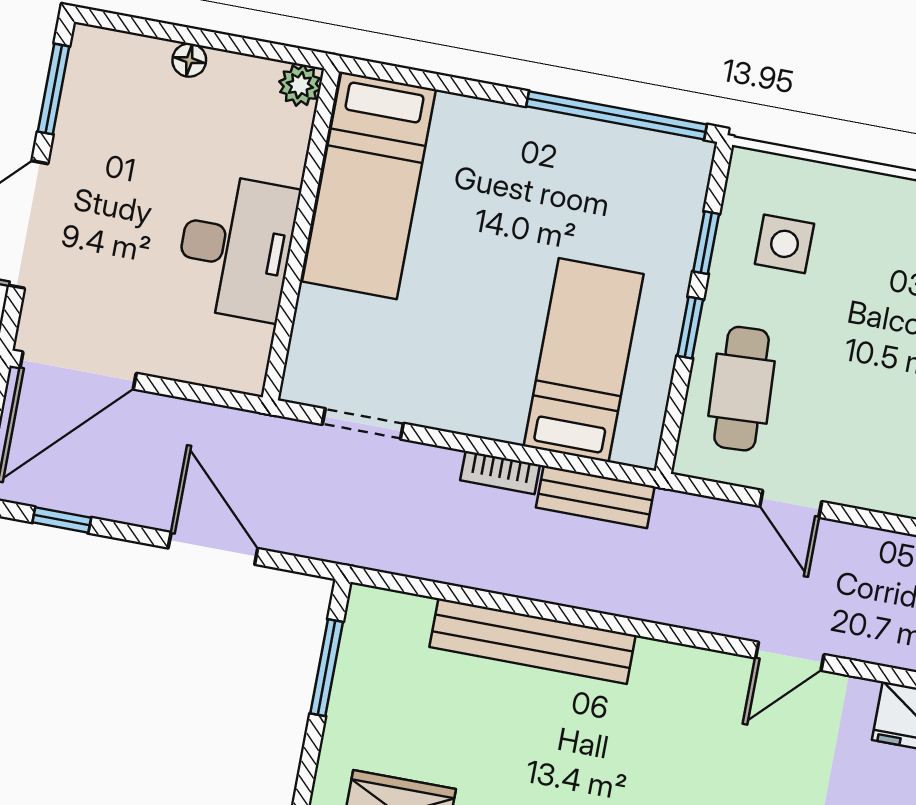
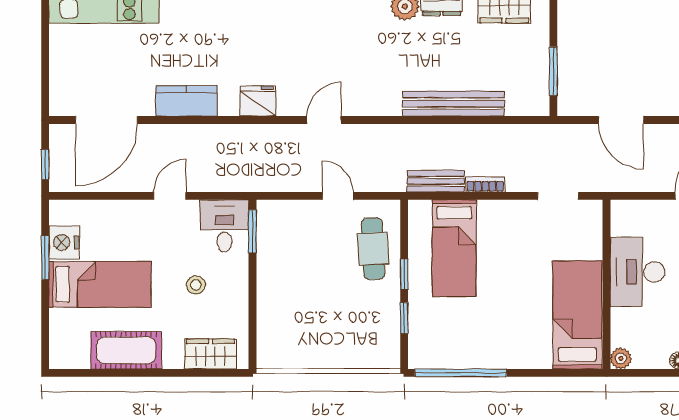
side table: (784, 244) -> (365, 325), removed

